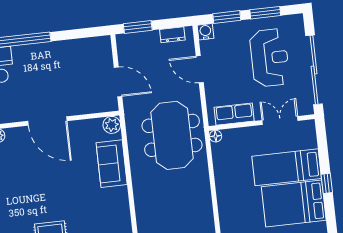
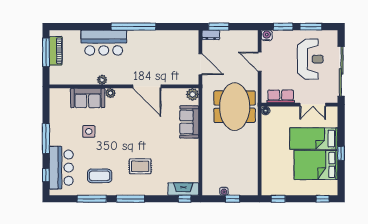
dresser: (172, 35) -> (211, 35), moved
double door: (280, 121) -> (313, 105), swing flipped

